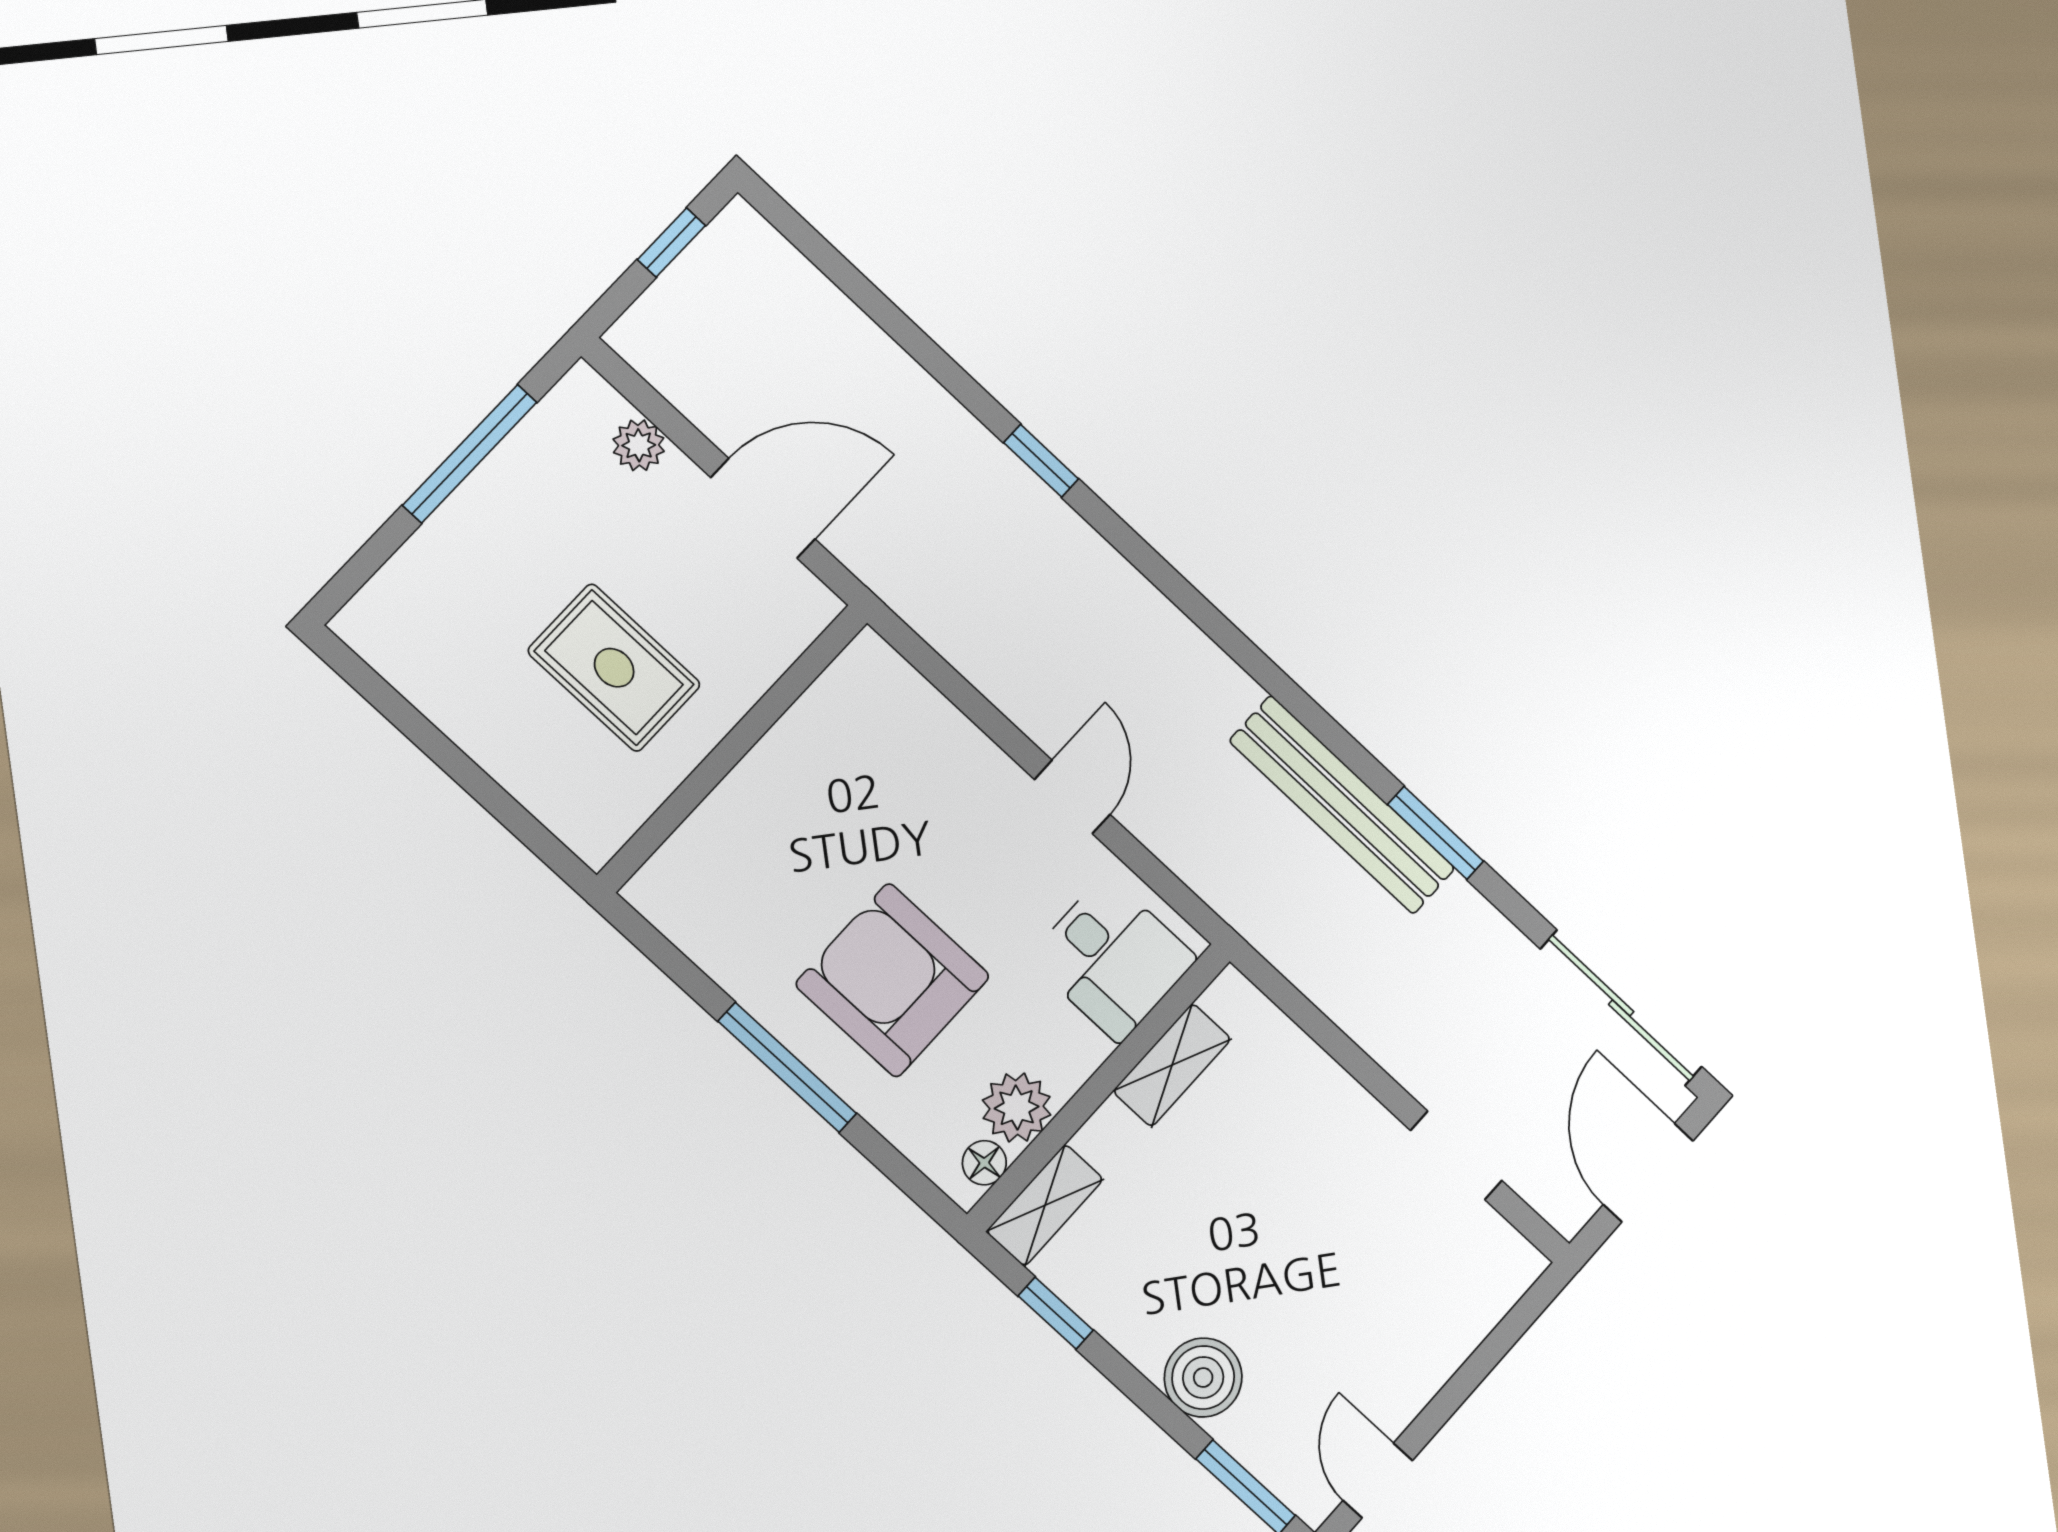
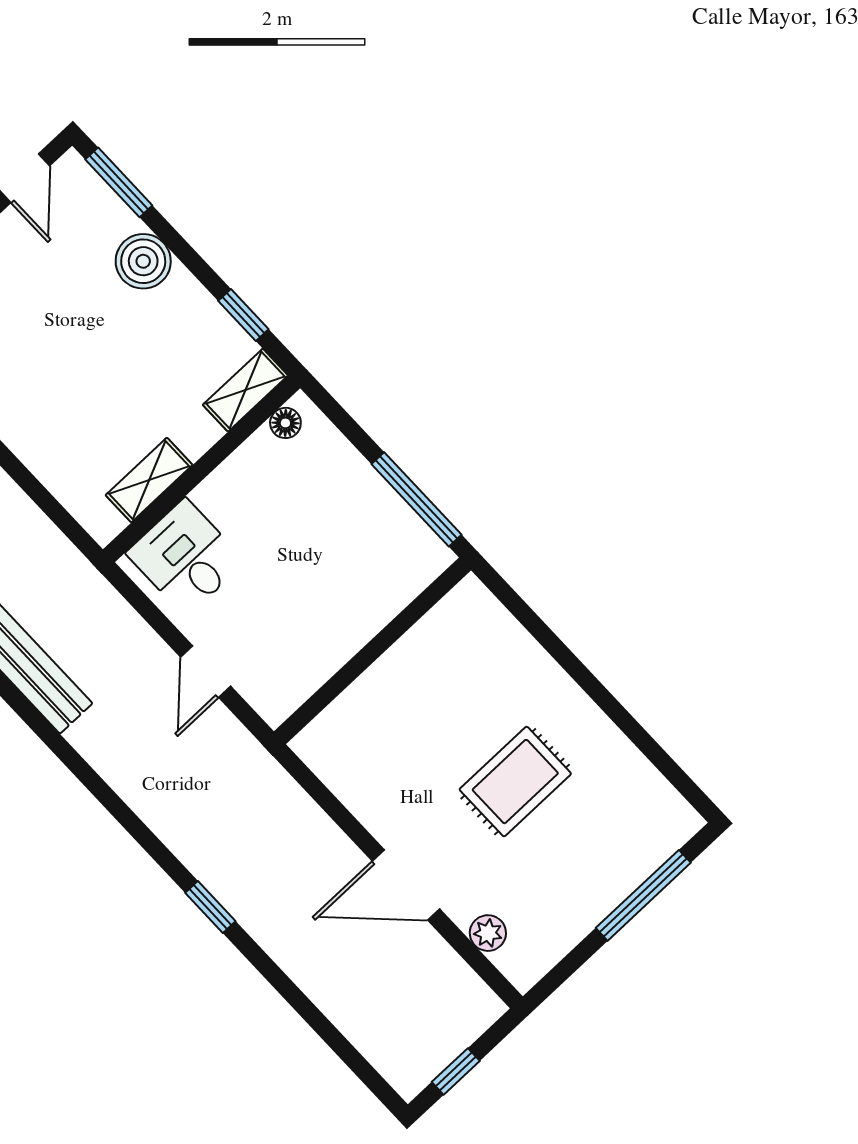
window: (470, 454) -> (643, 895), moved
rug: (614, 668) -> (515, 782), turned 90
wall: (733, 748) -> (372, 651), moved
armchair: (893, 980) -> (340, 554), removed
plant: (1017, 1108) -> (260, 459), removed

